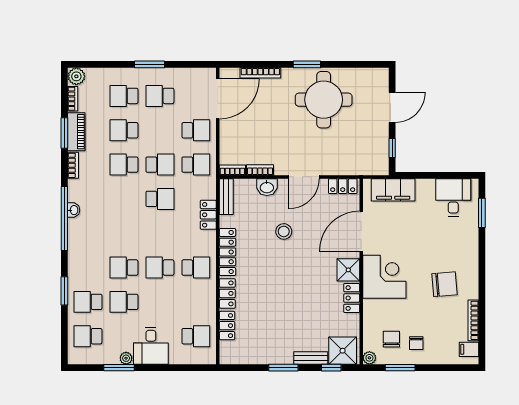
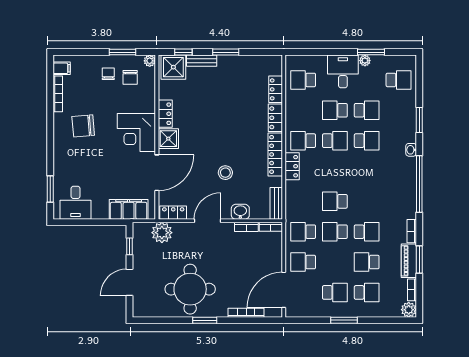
school desk: (124, 130) -> (367, 262), turned 180
plant: (356, 164) -> (162, 233), added
washbasin: (74, 210) -> (411, 150), moved
locker: (208, 215) -> (292, 166), moved
school desk: (88, 302) -> (335, 110), moved, turned 180

